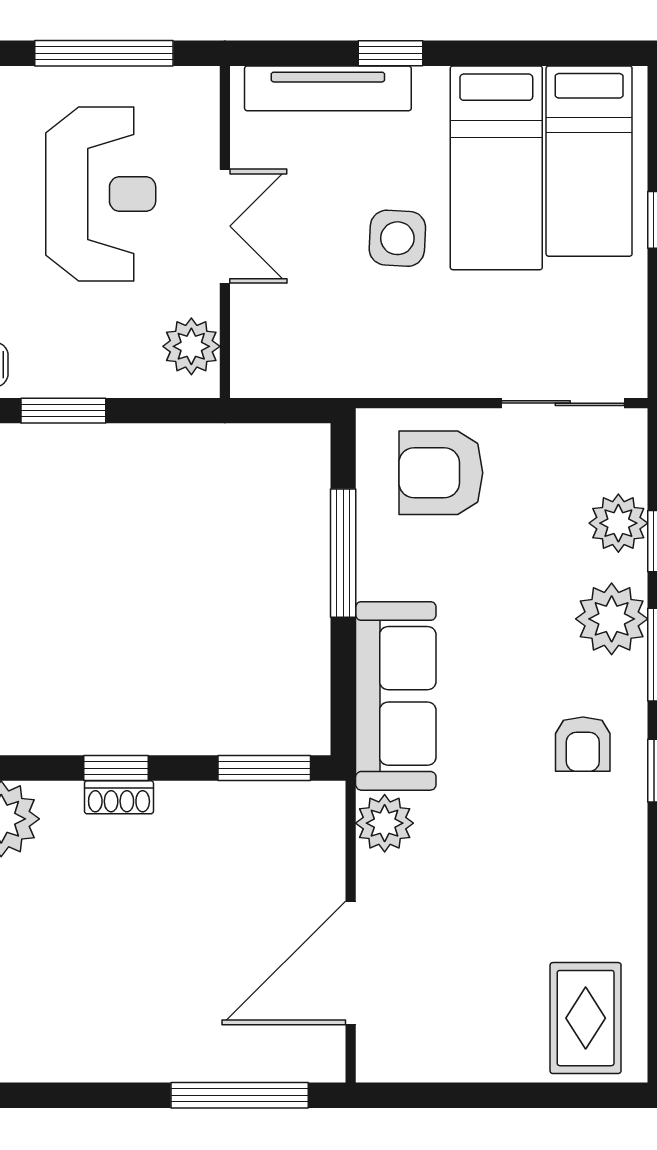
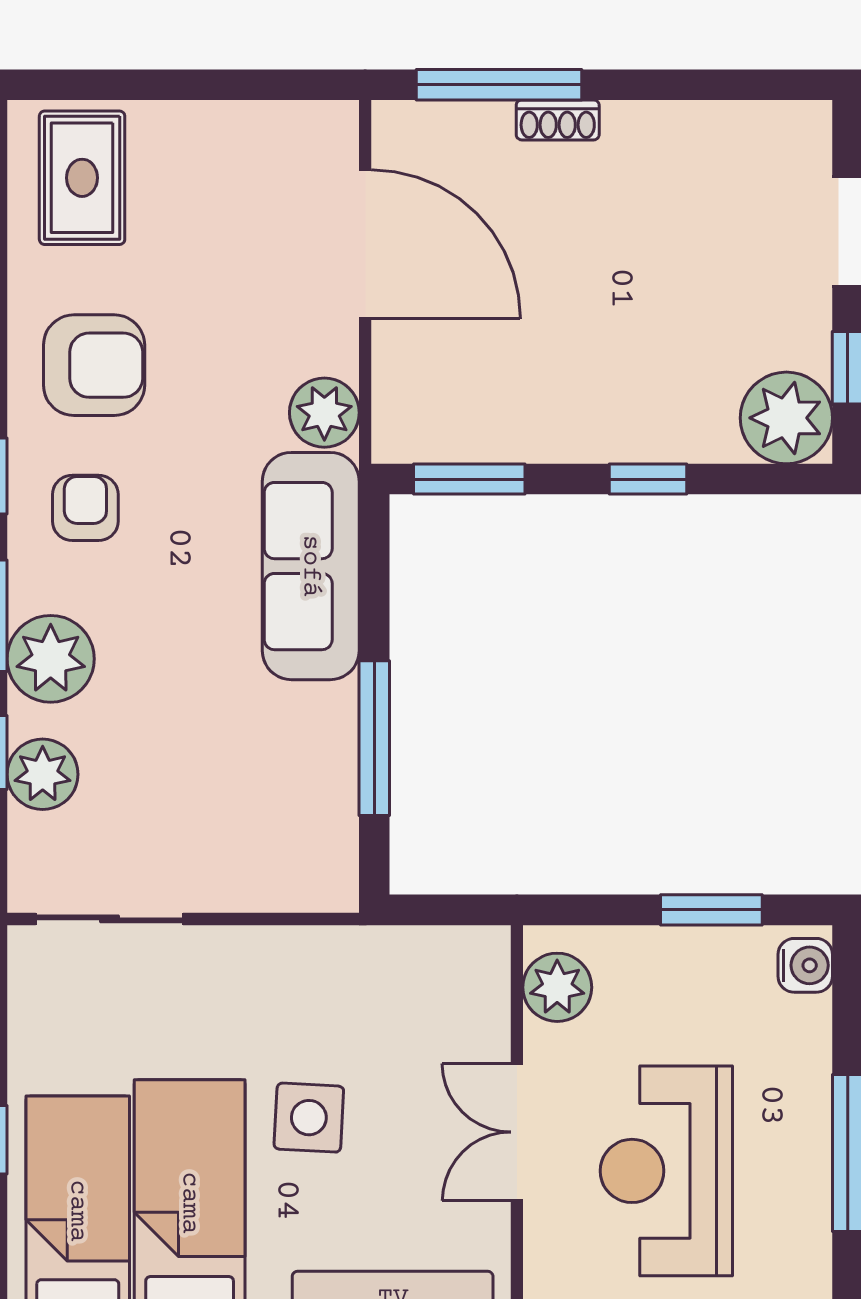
armchair: (441, 473) -> (94, 365), moved
shoe rack: (119, 797) -> (558, 120), moved, turned 180
door: (351, 963) -> (365, 244), hinge flipped

